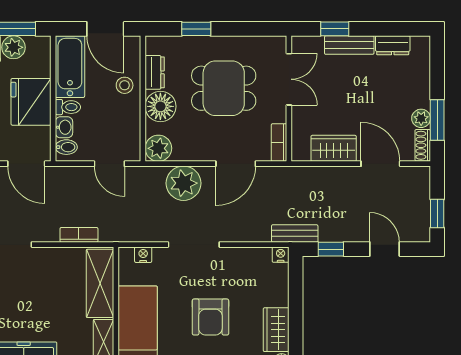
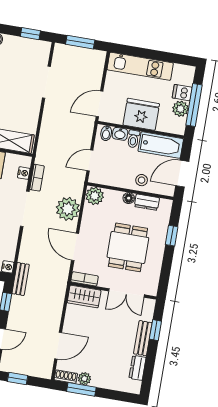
floor lamp: (160, 106) -> (129, 198), width x0.53, depth x0.53
wardrobe: (334, 148) -> (84, 297), moved, turned 90
bookcase: (79, 235) -> (37, 178), moved

